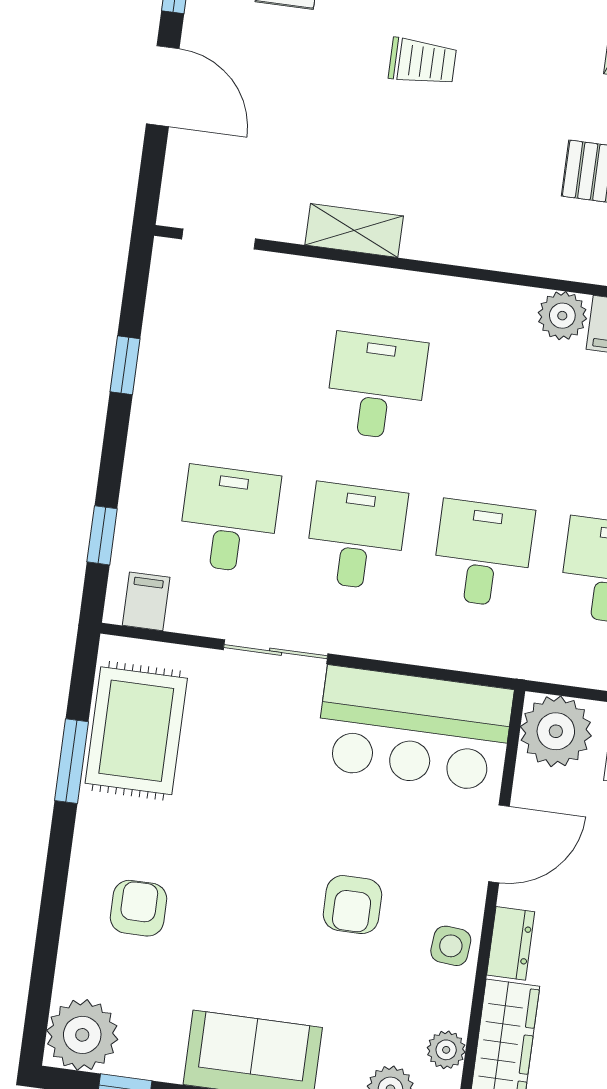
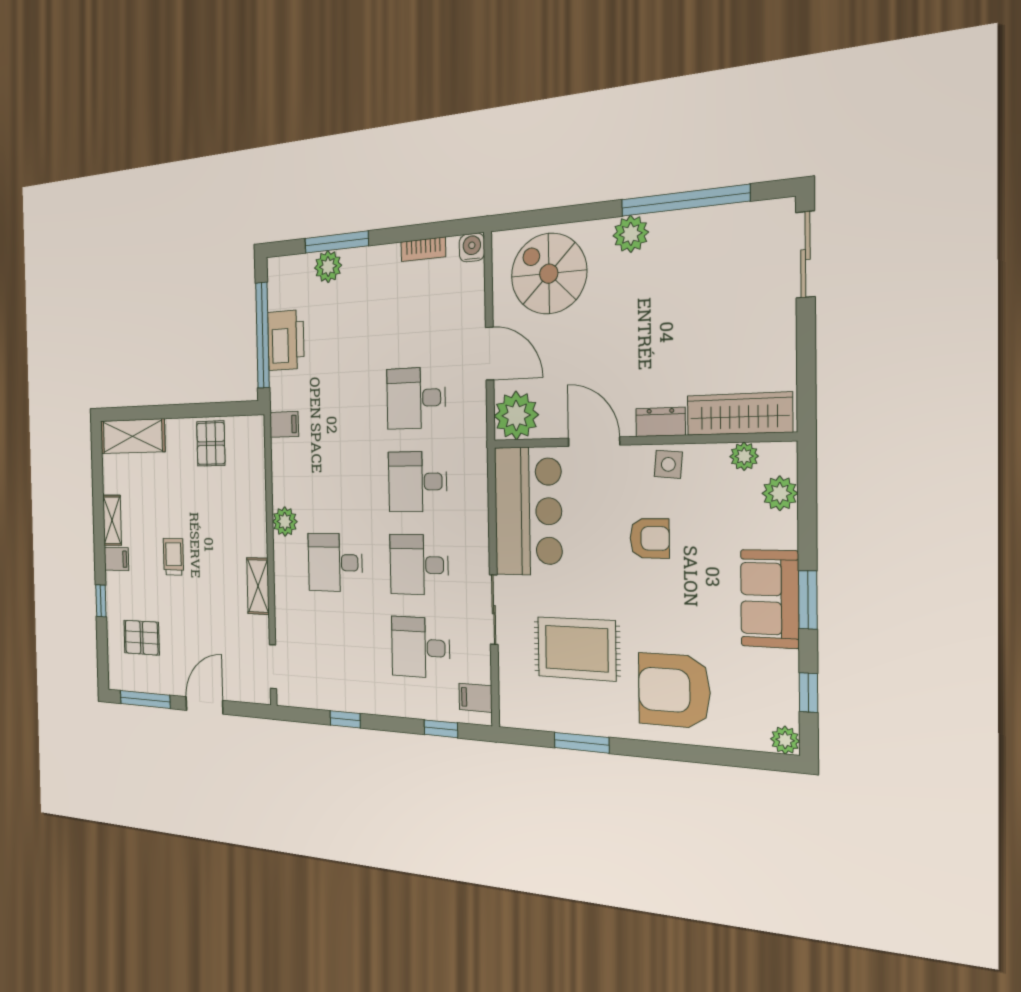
plant: (562, 316) -> (285, 522), moved
rug: (136, 731) -> (577, 649), moved
armchair: (138, 908) -> (674, 690), width x1.88, depth x1.88
plant: (82, 1035) -> (785, 740), width x0.53, depth x0.53

